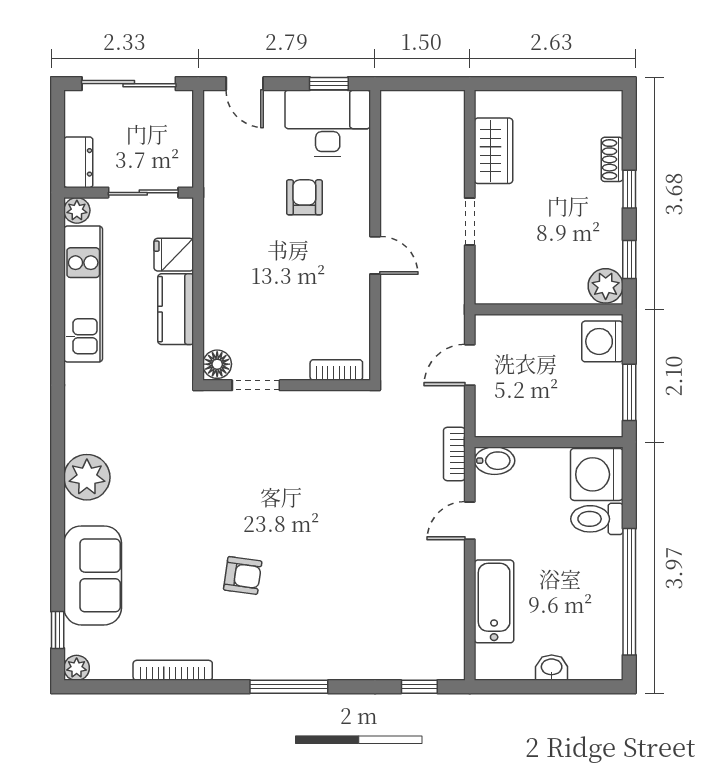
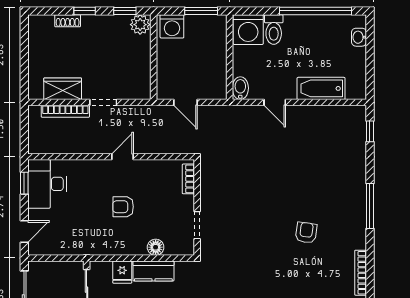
armchair: (304, 197) -> (123, 207), moved
floor lamp: (217, 364) -> (156, 247), moved
bookcase: (454, 454) -> (65, 111), moved, width x1.56
washbasin: (552, 668) -> (359, 37), moved

